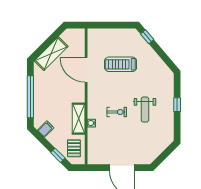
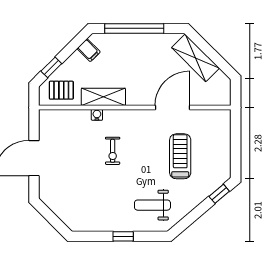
weight bench: (145, 110) -> (152, 205), moved

